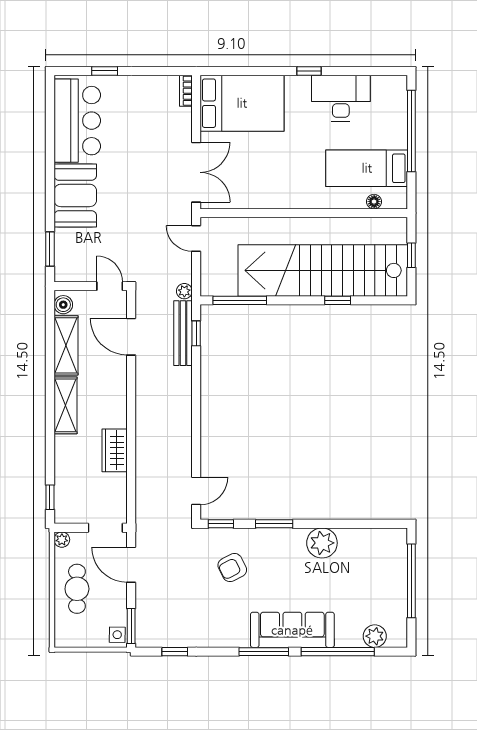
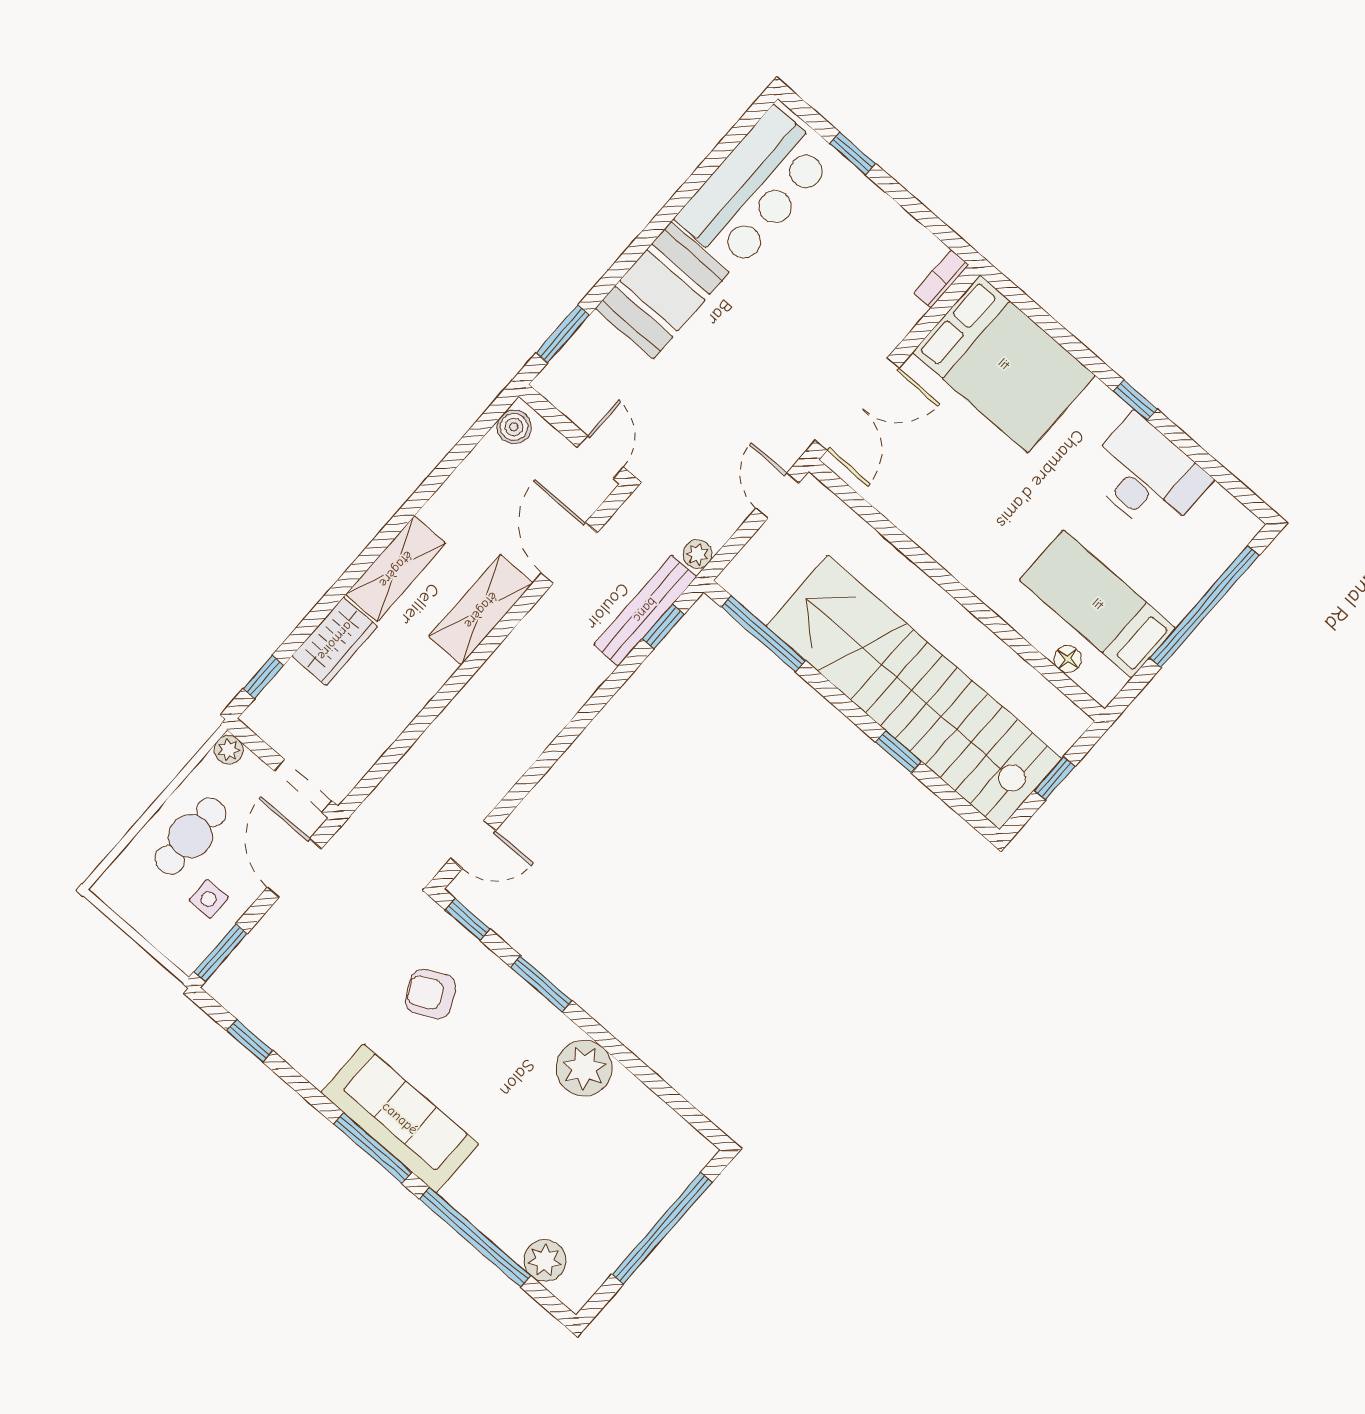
shelving: (66, 345) -> (481, 610), moved
wardrobe: (115, 450) -> (335, 641), moved, turned 180
sofa: (292, 630) -> (400, 1118), moved
side table: (117, 635) -> (209, 899), moved

